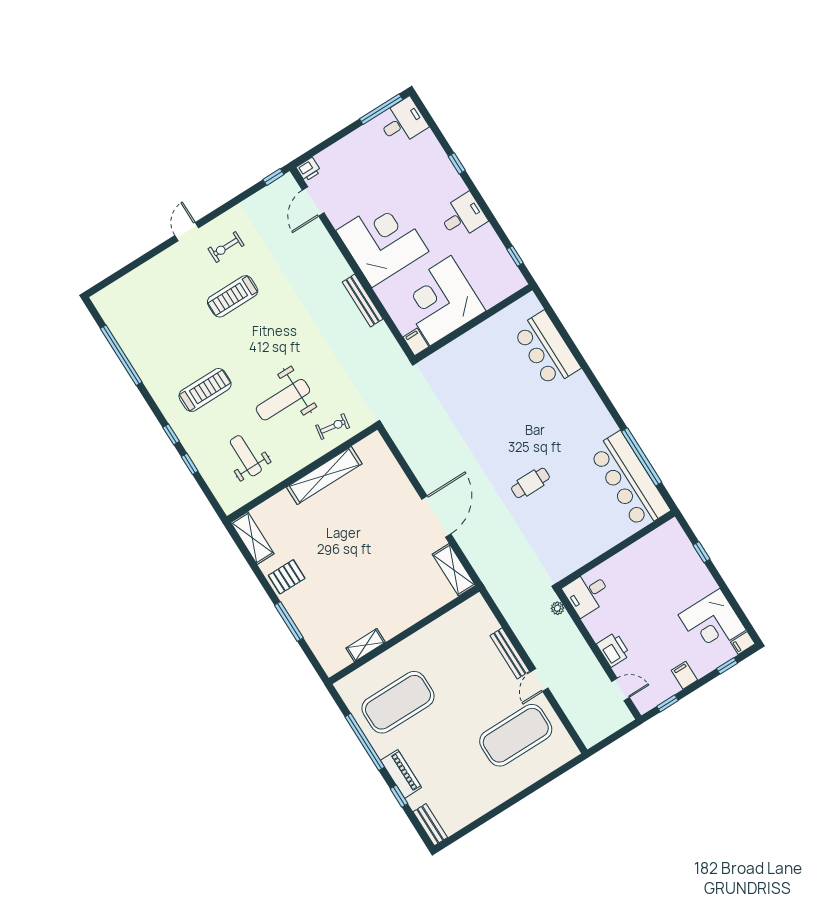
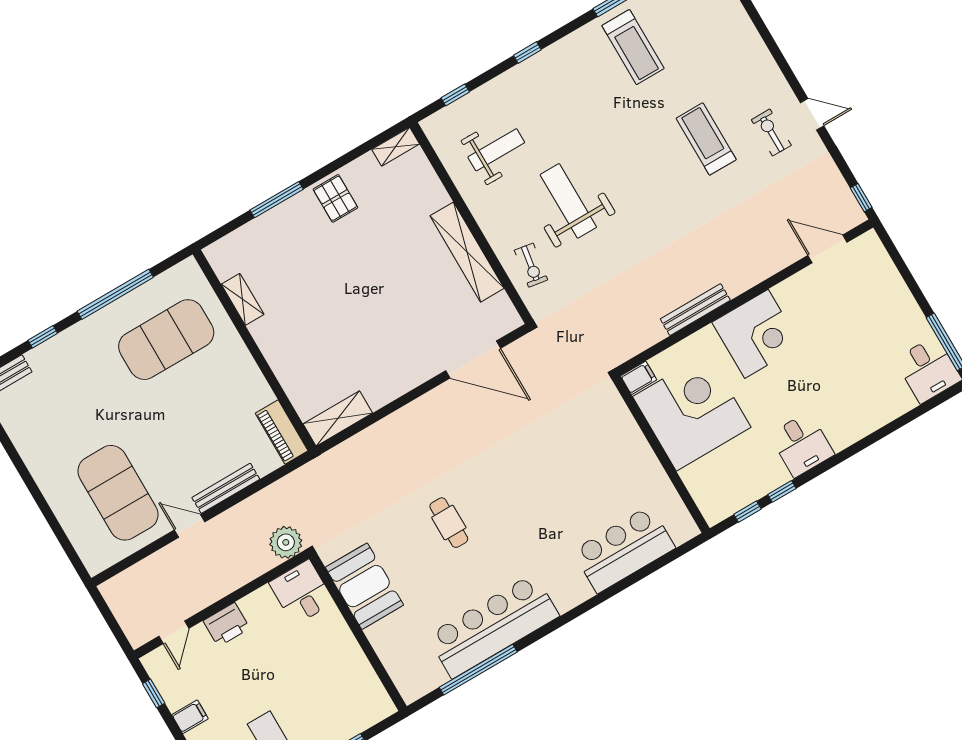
window: (457, 163) -> (782, 491), moved
printer: (309, 169) -> (870, 244), removed
door: (187, 232) -> (812, 114), moved
corner desk: (382, 241) -> (756, 334), width x0.74, depth x0.74
treadmill: (205, 390) -> (633, 47), moved
window: (190, 464) -> (455, 95), moved
bar counter: (629, 481) -> (493, 626), moved
door: (436, 516) -> (473, 360), moved
shelving: (252, 538) -> (396, 147), width x0.67, depth x0.75
booth: (581, 546) -> (364, 586), added
plant: (557, 608) -> (286, 542), width x1.88, depth x1.88
exercise mat: (398, 702) -> (166, 340), turned 90
piano: (401, 774) -> (282, 432), moved, turned 90

